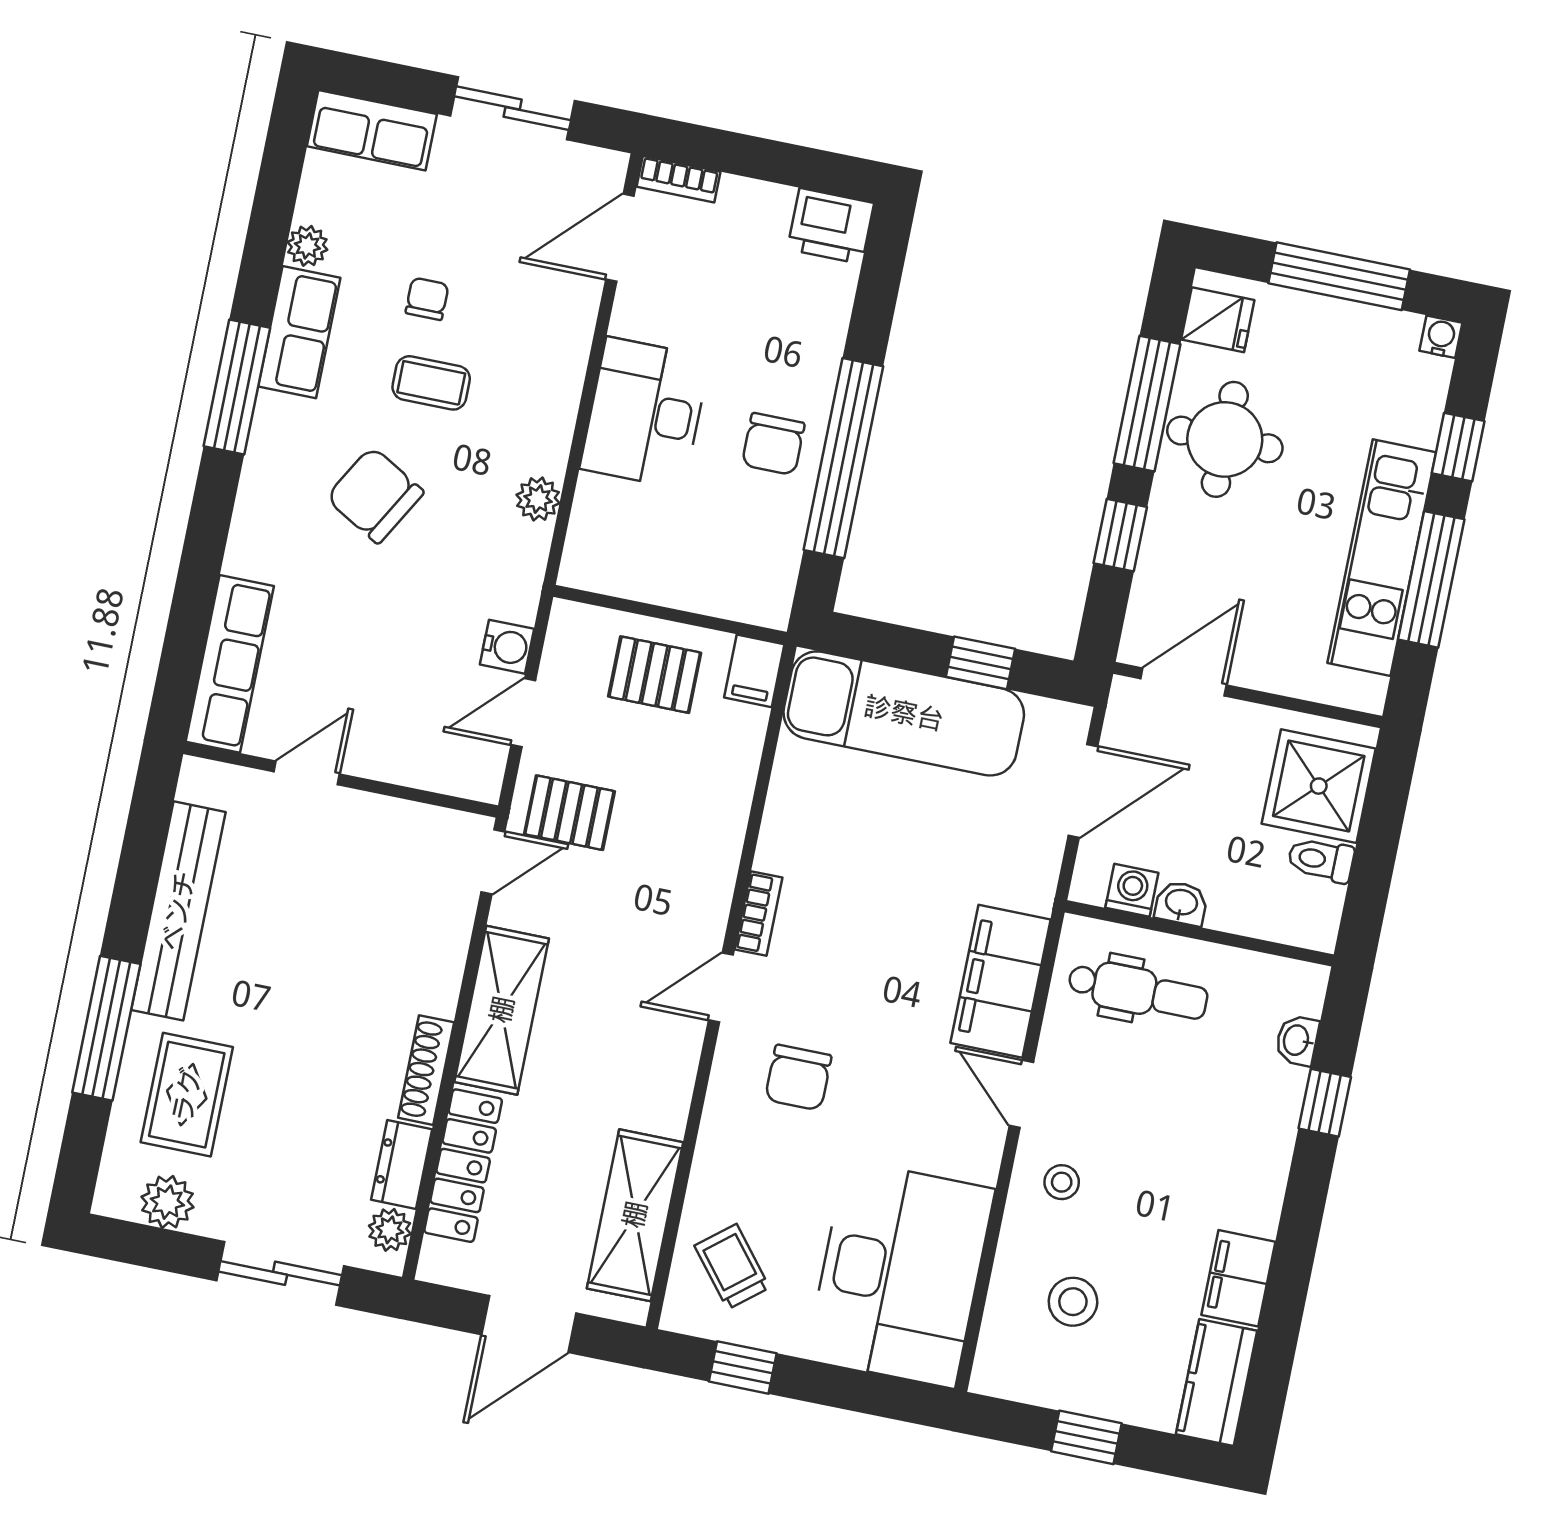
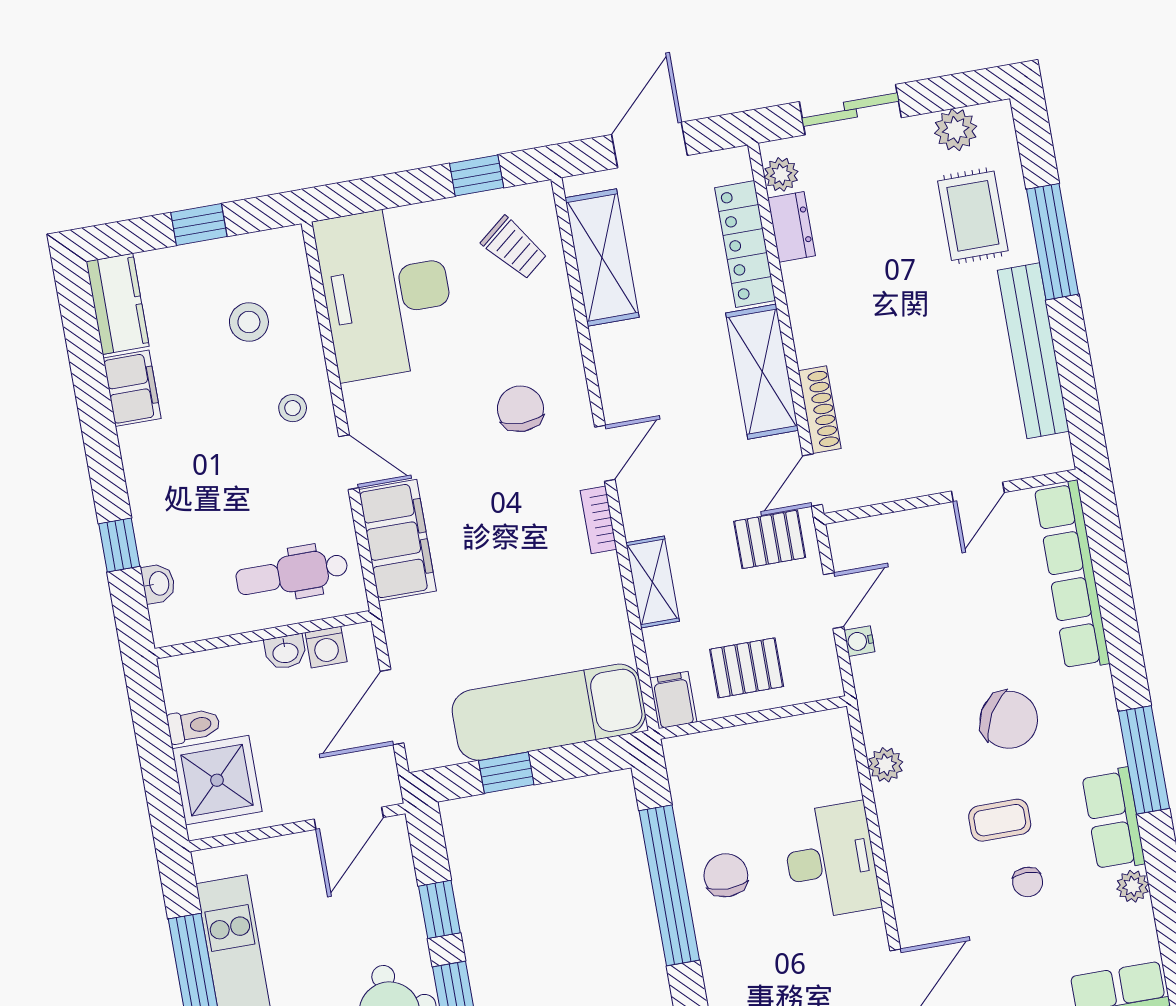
water cooler: (507, 647) -> (859, 641), width x0.72, depth x0.72
row of seats: (230, 664) -> (1072, 575), width x1.36
shelving: (724, 817) -> (652, 582), added
shoe rack: (426, 1070) -> (820, 410), moved

